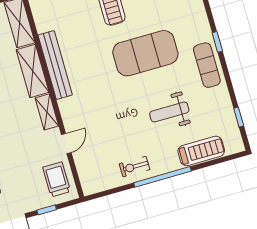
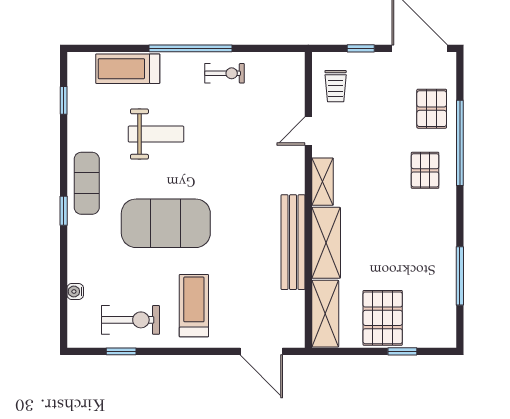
trolley: (57, 179) -> (336, 86), width x0.73, depth x0.72

